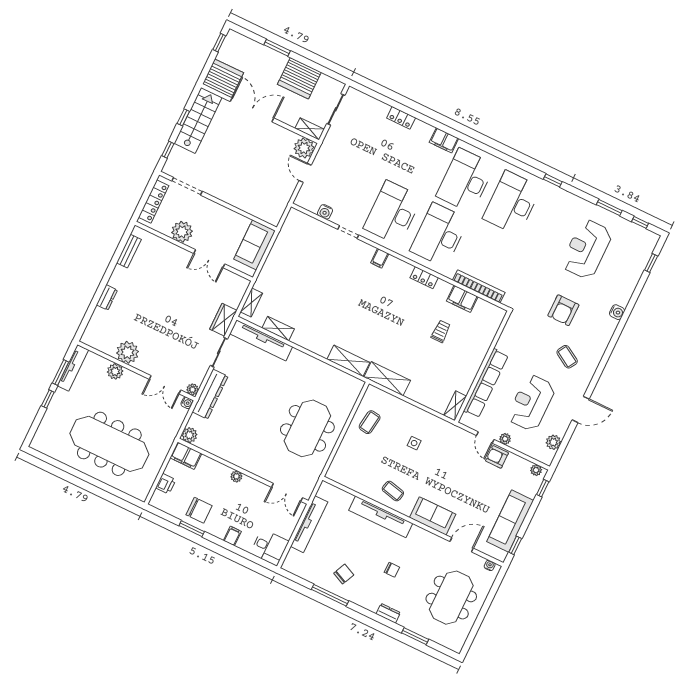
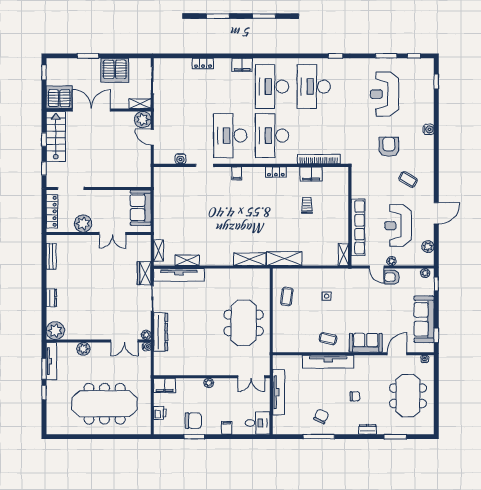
armchair: (563, 310) -> (389, 147), turned 180
plant: (127, 352) -> (55, 331), moved
plant: (189, 435) -> (160, 369), removed

